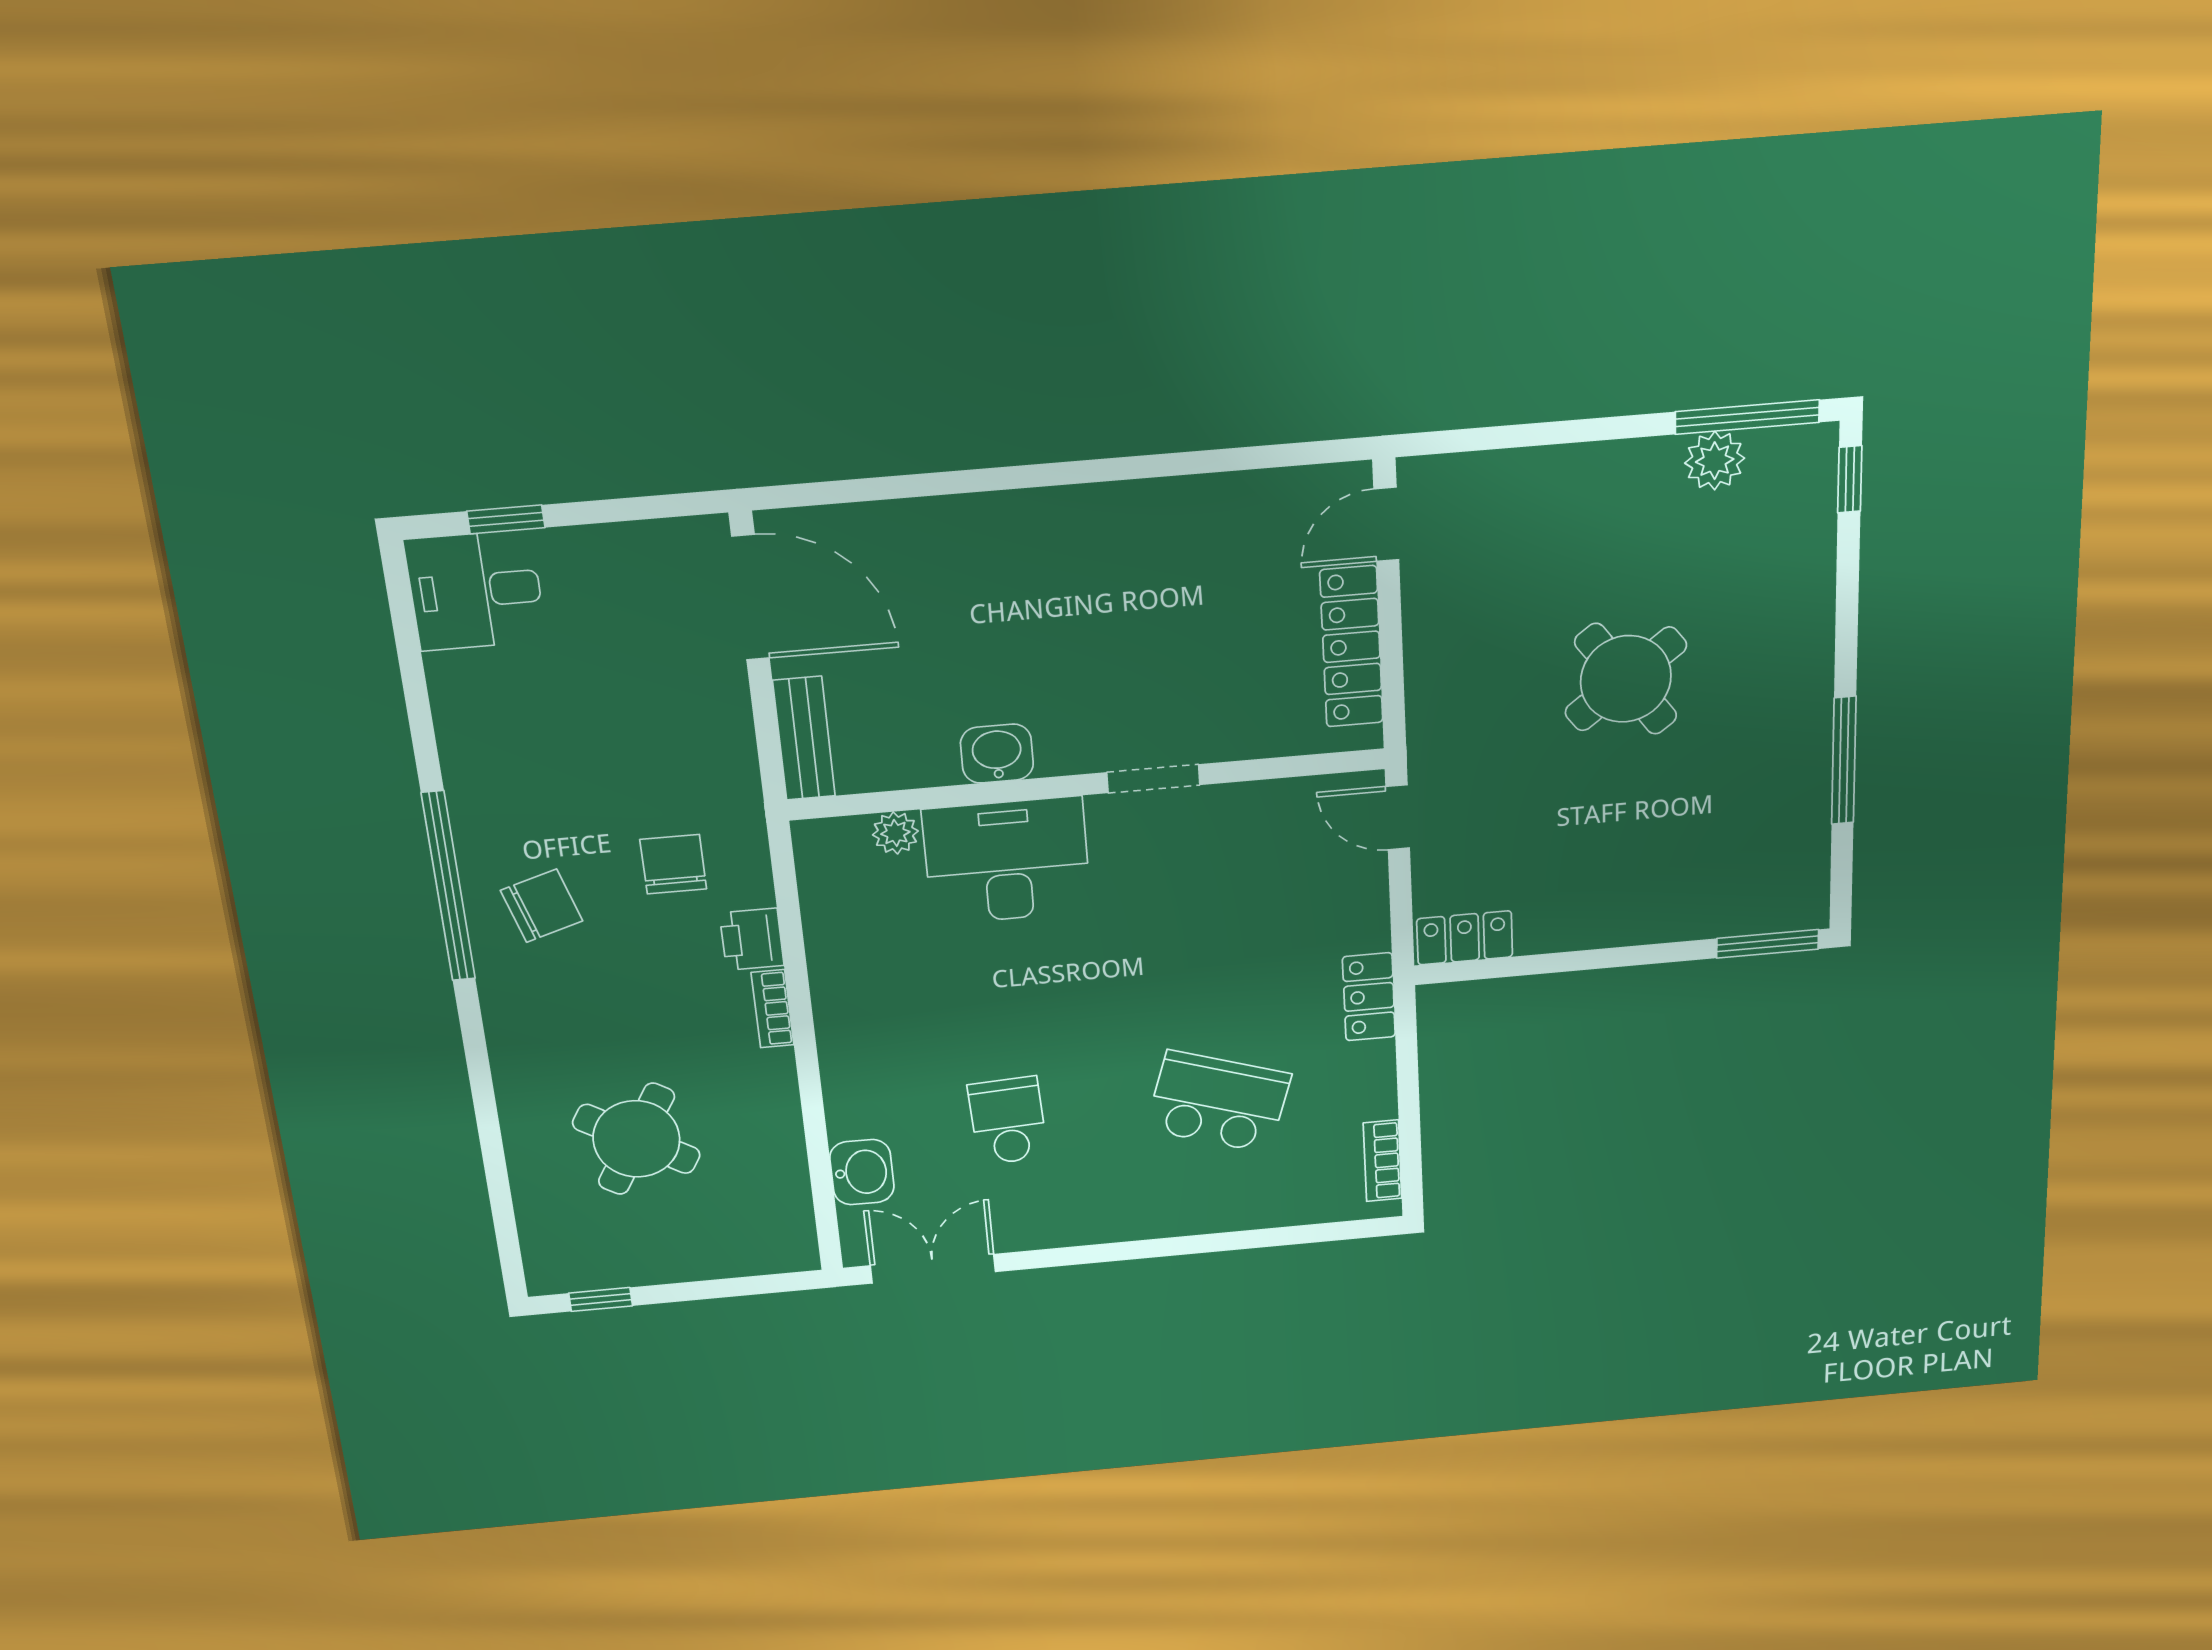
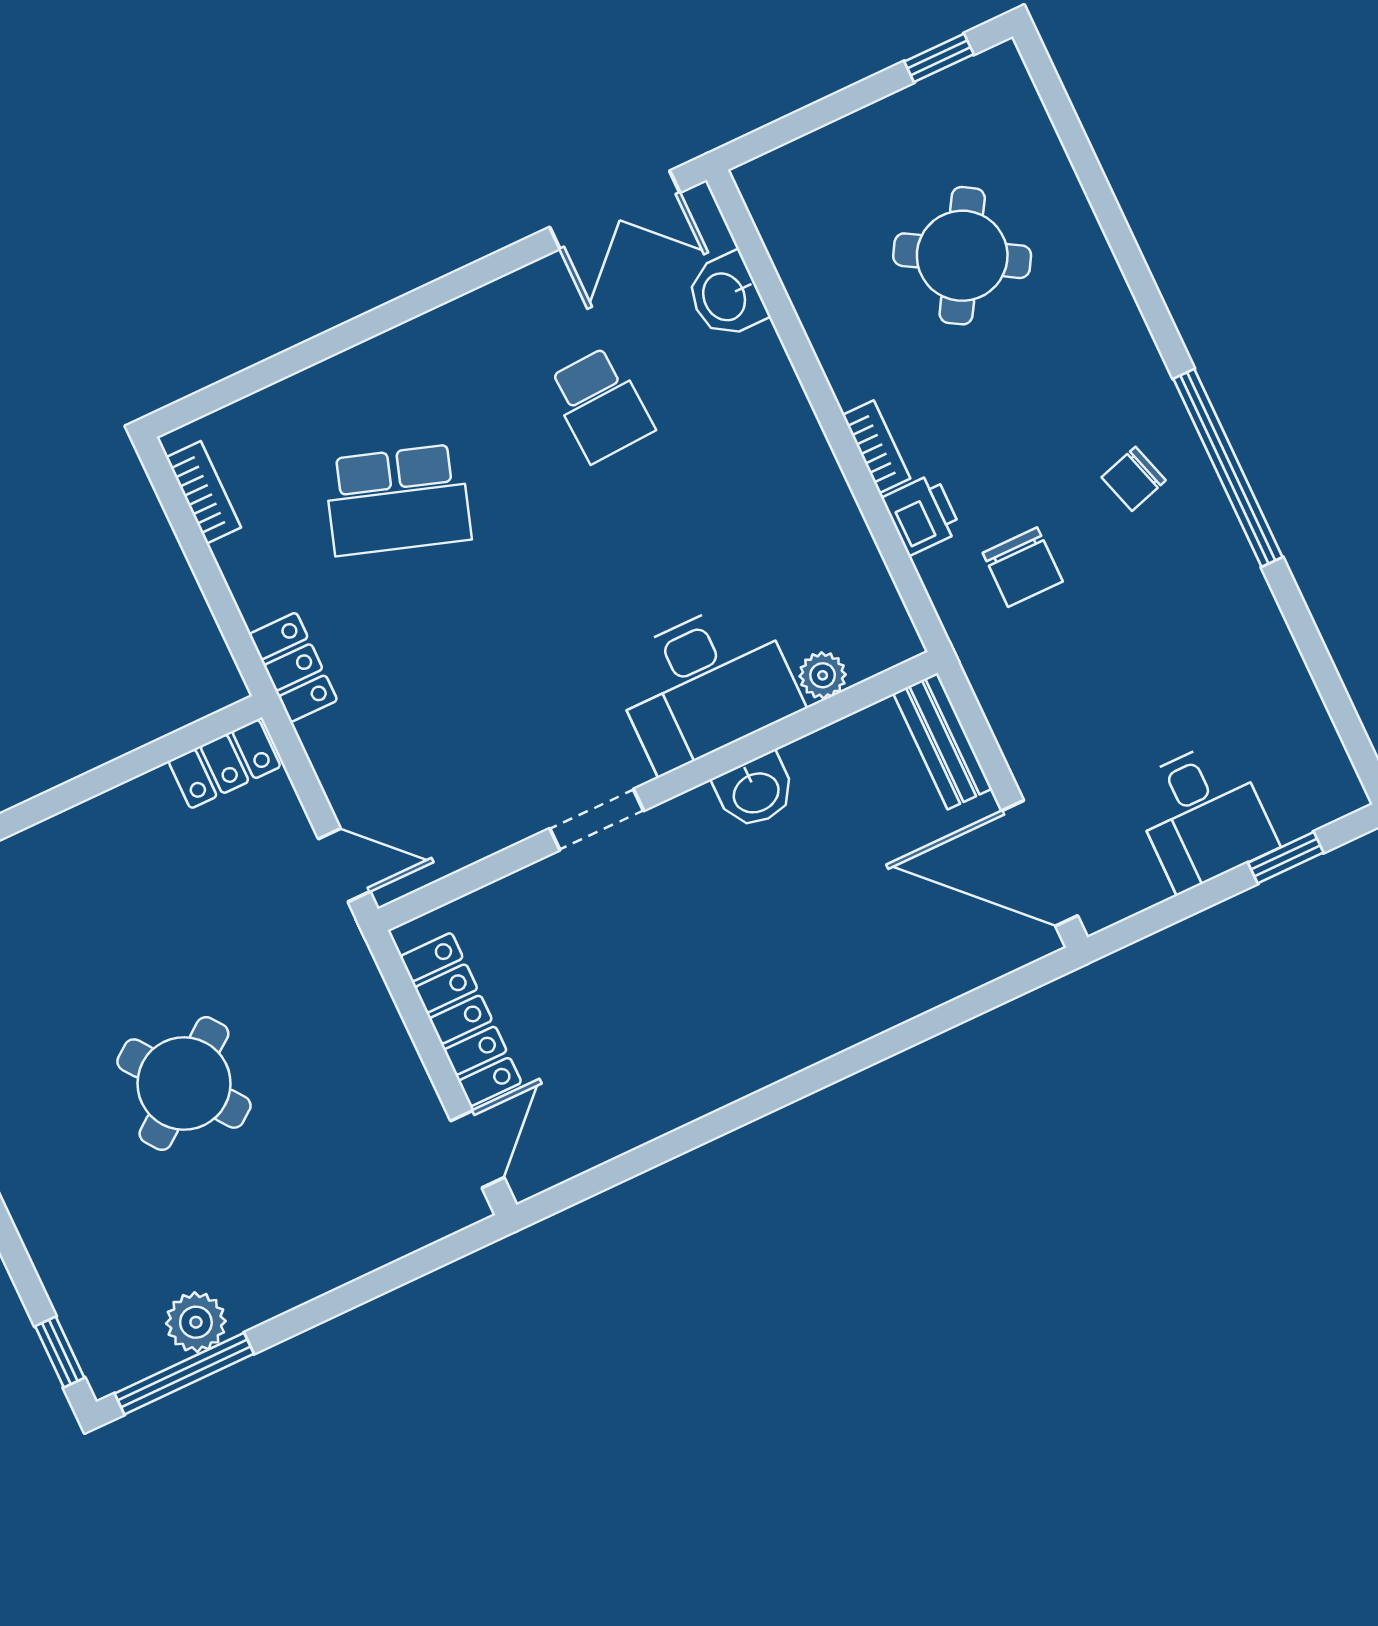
desk: (475, 591) -> (1203, 815), moved, turned 90
chair: (542, 906) -> (1134, 479), width x0.73, depth x0.73

